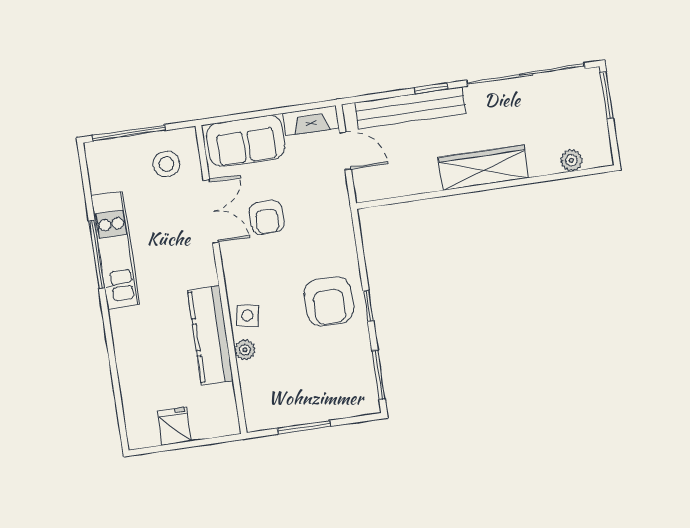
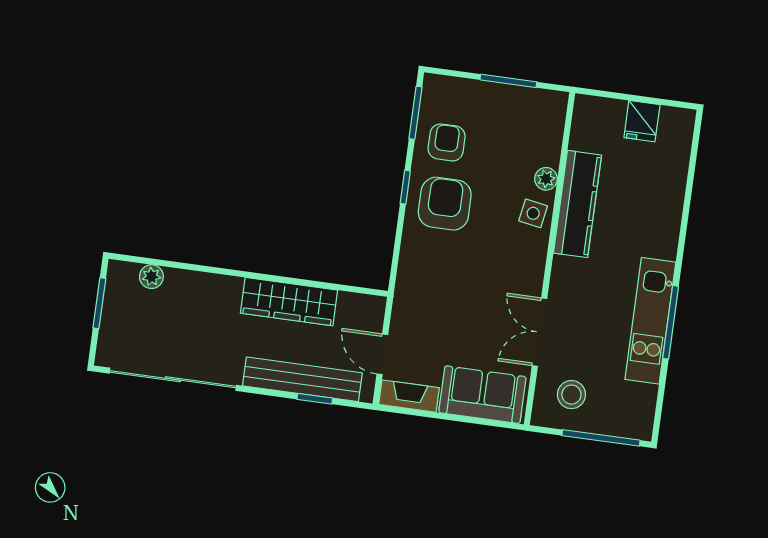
window: (431, 88) -> (315, 399), moved
window: (607, 95) -> (99, 303), moved
wardrobe: (483, 168) -> (289, 302), moved
armchair: (267, 217) -> (447, 142), moved

